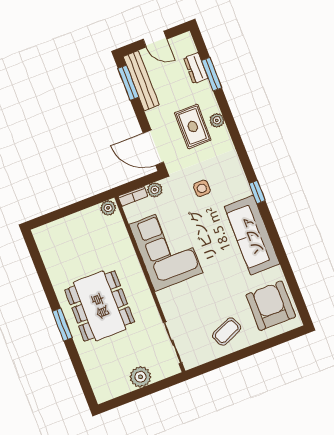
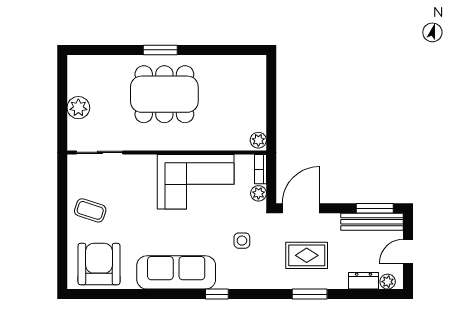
window: (212, 74) -> (310, 294), moved
plant: (217, 120) -> (388, 282), moved
armchair: (271, 306) -> (99, 264), turned -90
coffee table: (227, 332) -> (90, 210), turned -49

